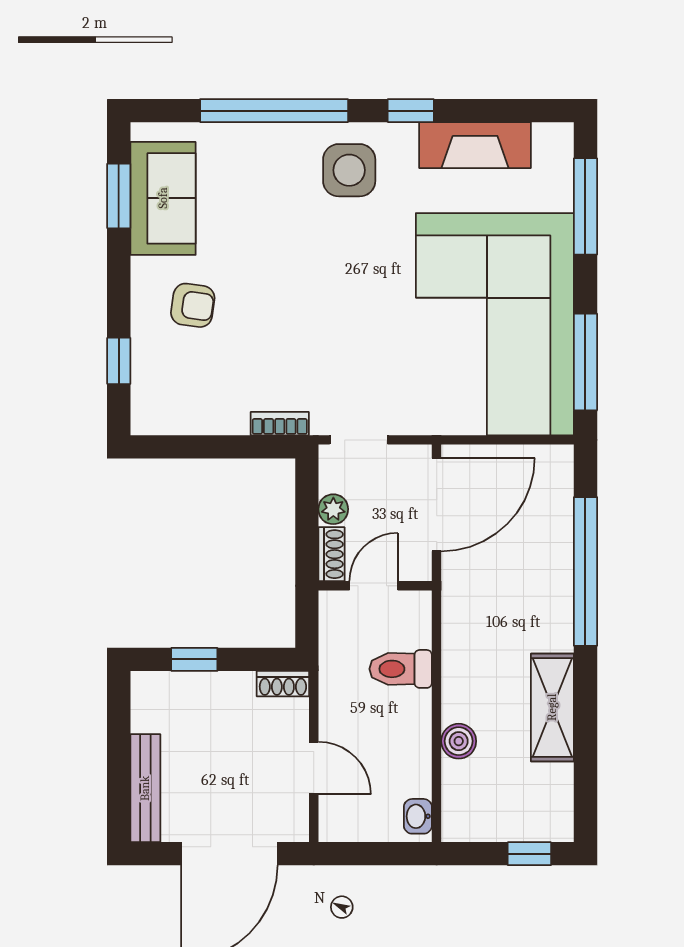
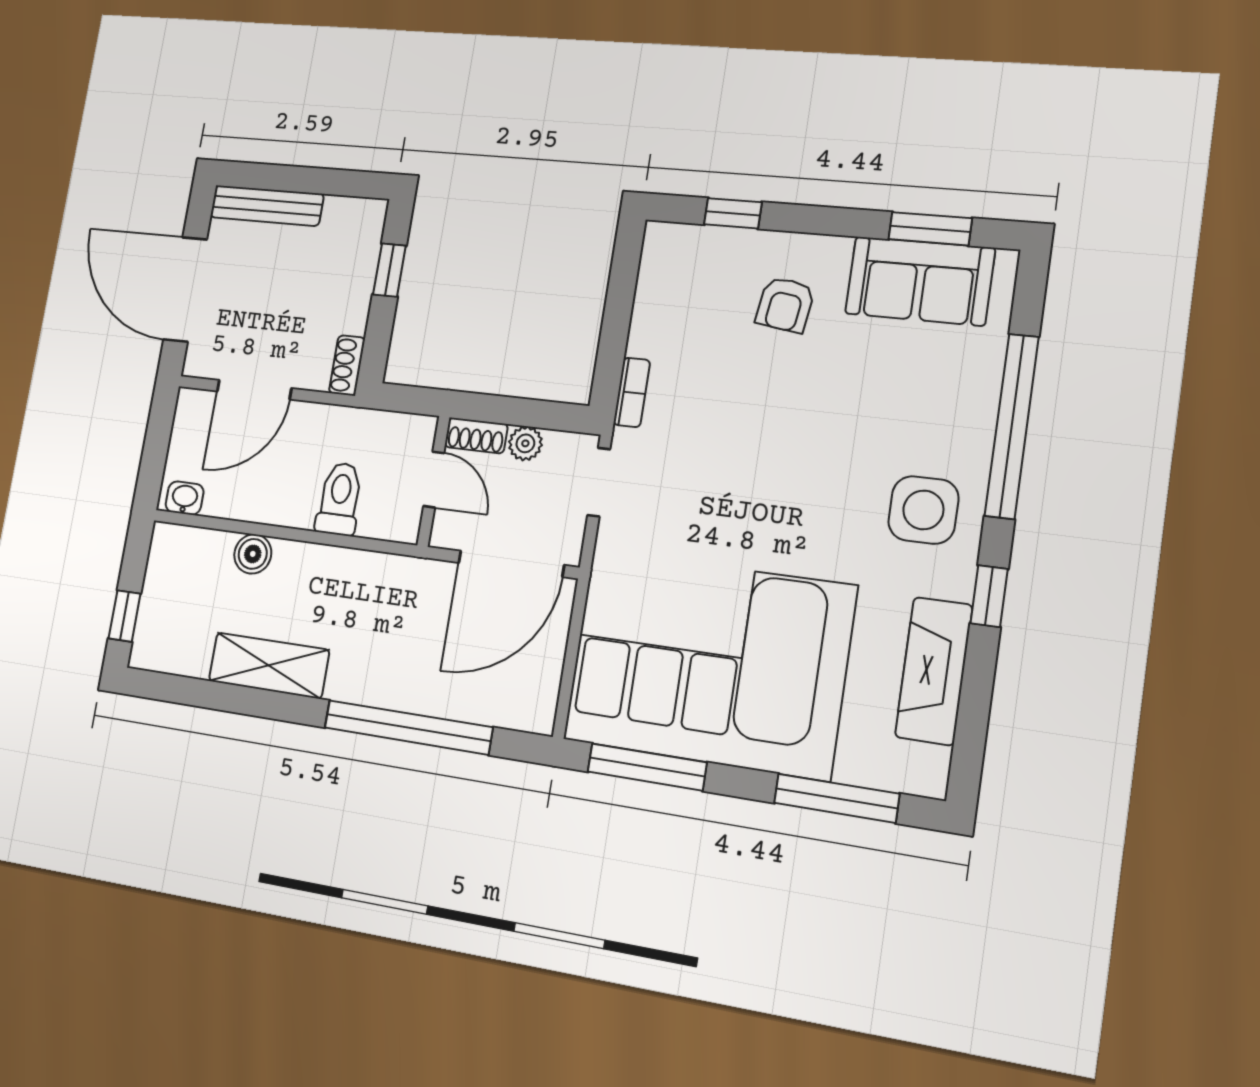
door: (437, 505) -> (511, 564), hinge flipped
door: (314, 768) -> (254, 390), width x1.38

